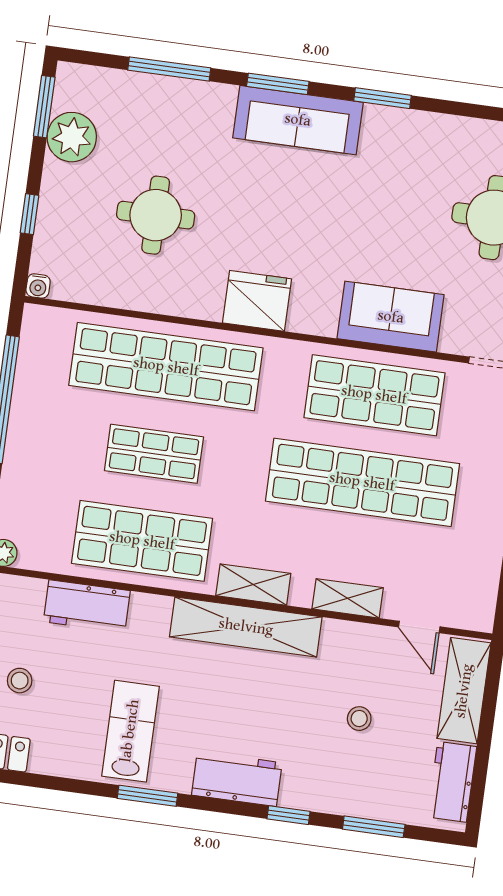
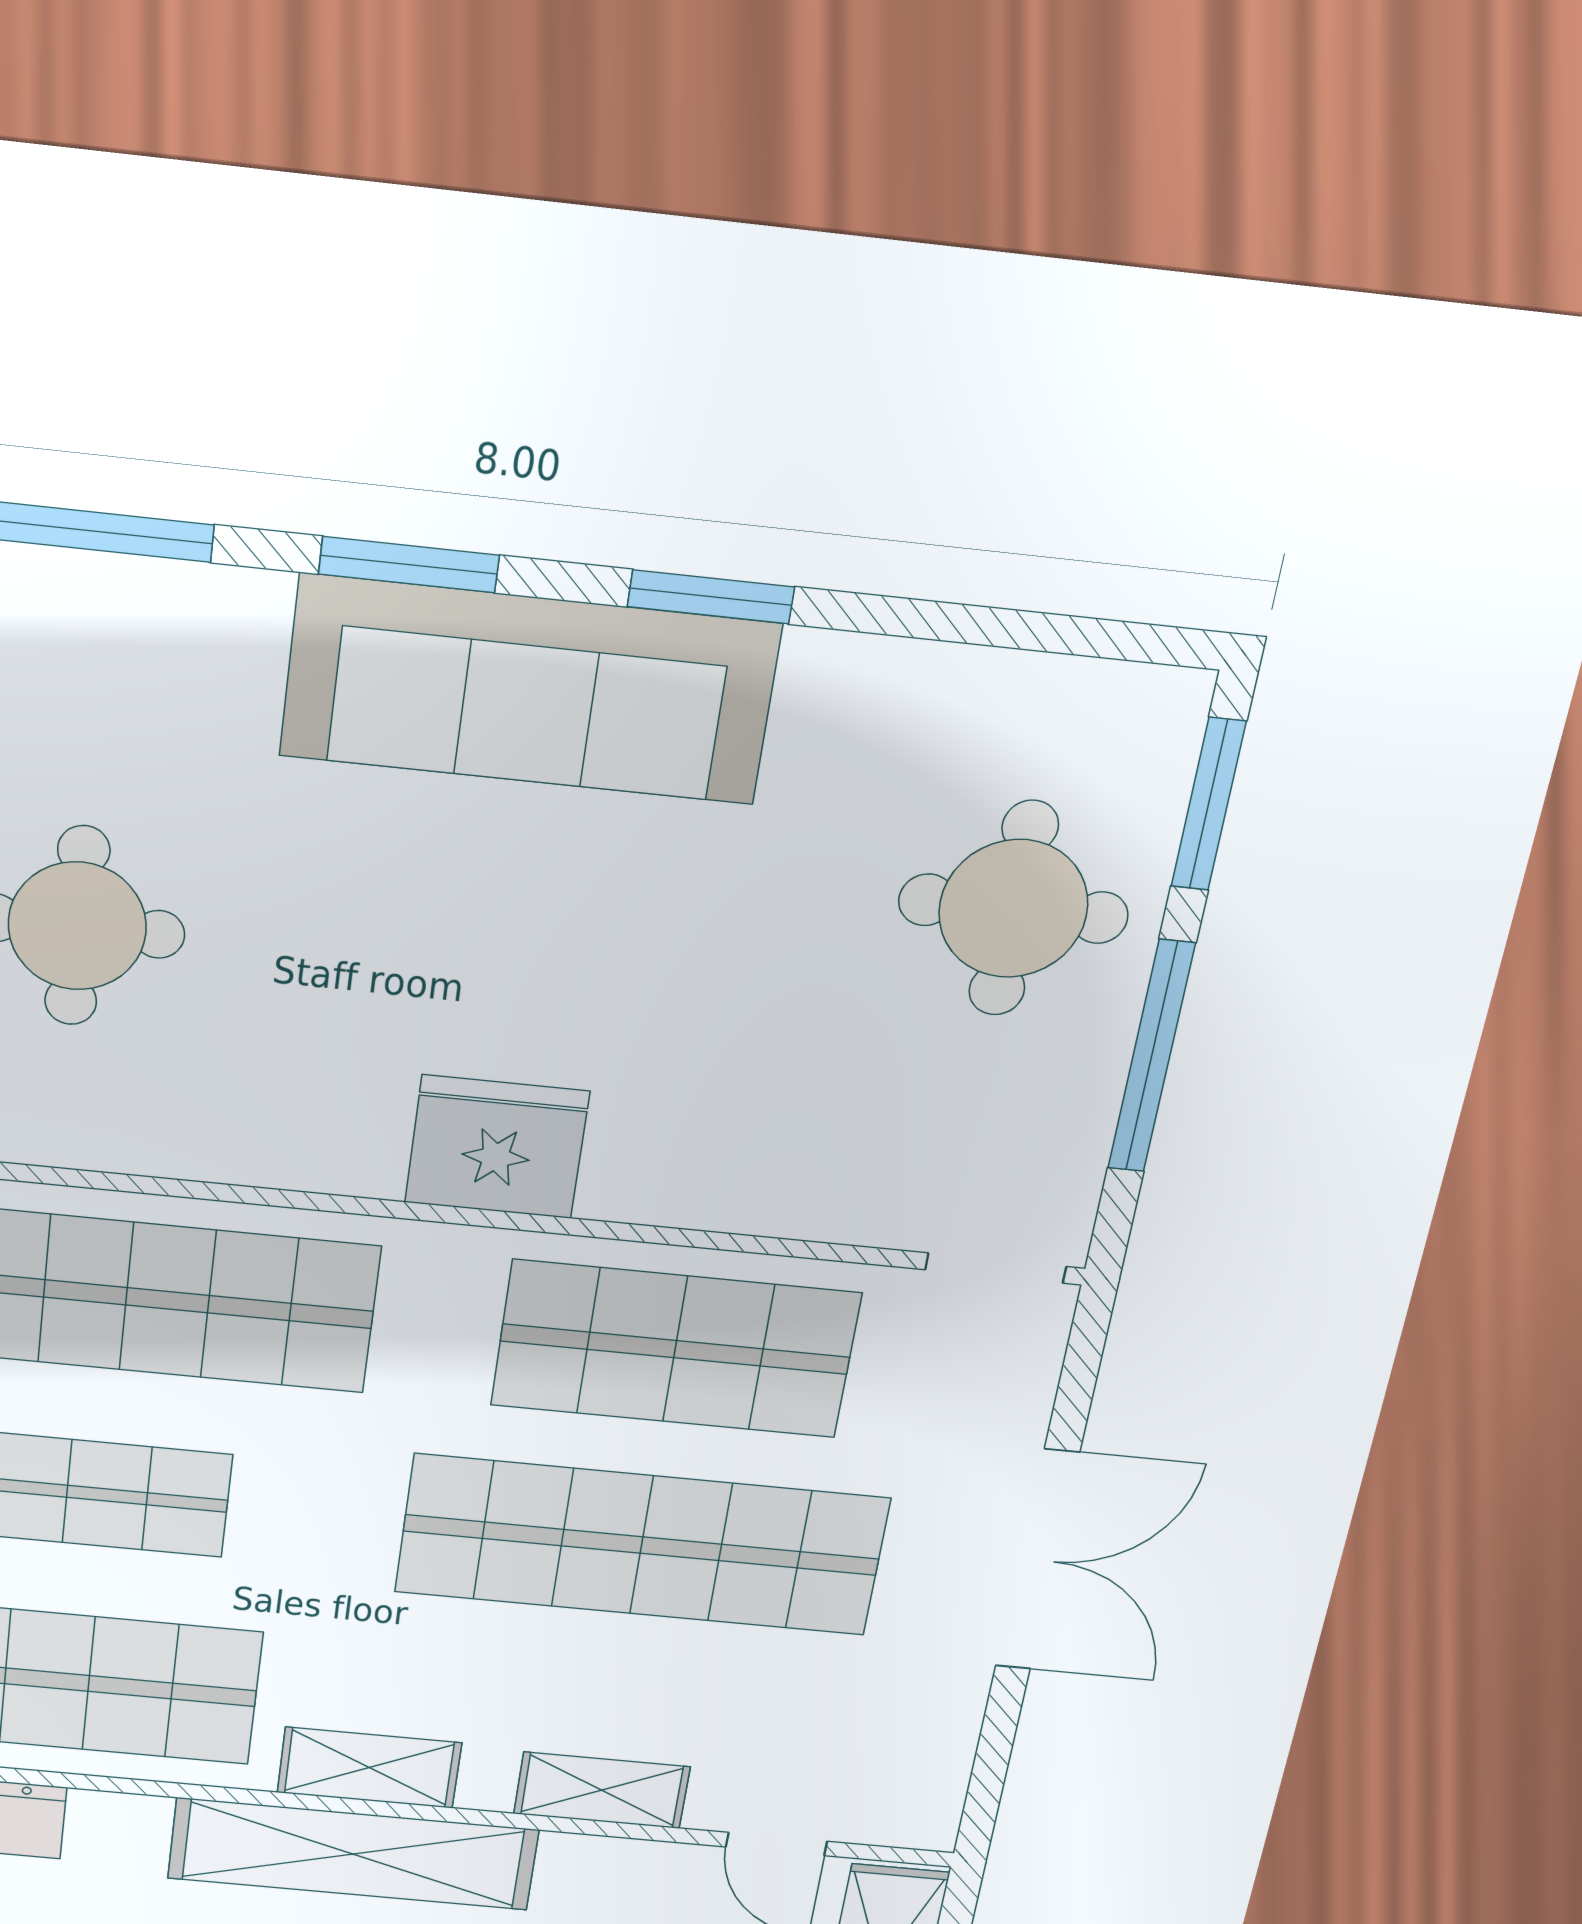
sofa: (298, 120) -> (529, 690), width x1.36, depth x1.27
fridge: (257, 301) -> (497, 1147), moved
sofa: (391, 317) -> (722, 1163), removed

